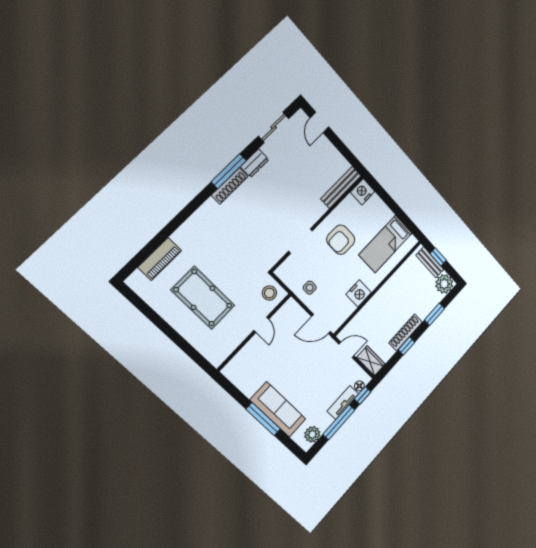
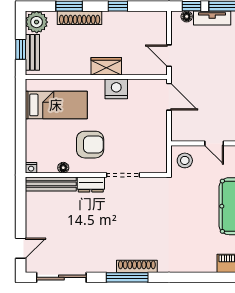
sliding door: (274, 127) -> (61, 277), width x1.37
dresser: (255, 163) -> (91, 184), moved, turned 180
nightstand: (363, 192) -> (31, 168), width x0.53, depth x0.56
floor lamp: (343, 207) -> (63, 168), added
side table: (310, 288) -> (150, 133), removed
door: (261, 325) -> (214, 143), swing flipped
shoe rack: (406, 332) -> (80, 18), moved
wardrobe: (371, 361) -> (106, 66), moved, turned 90

